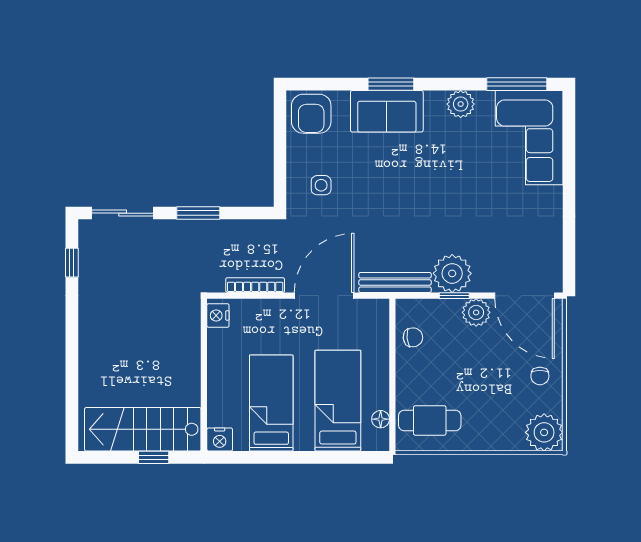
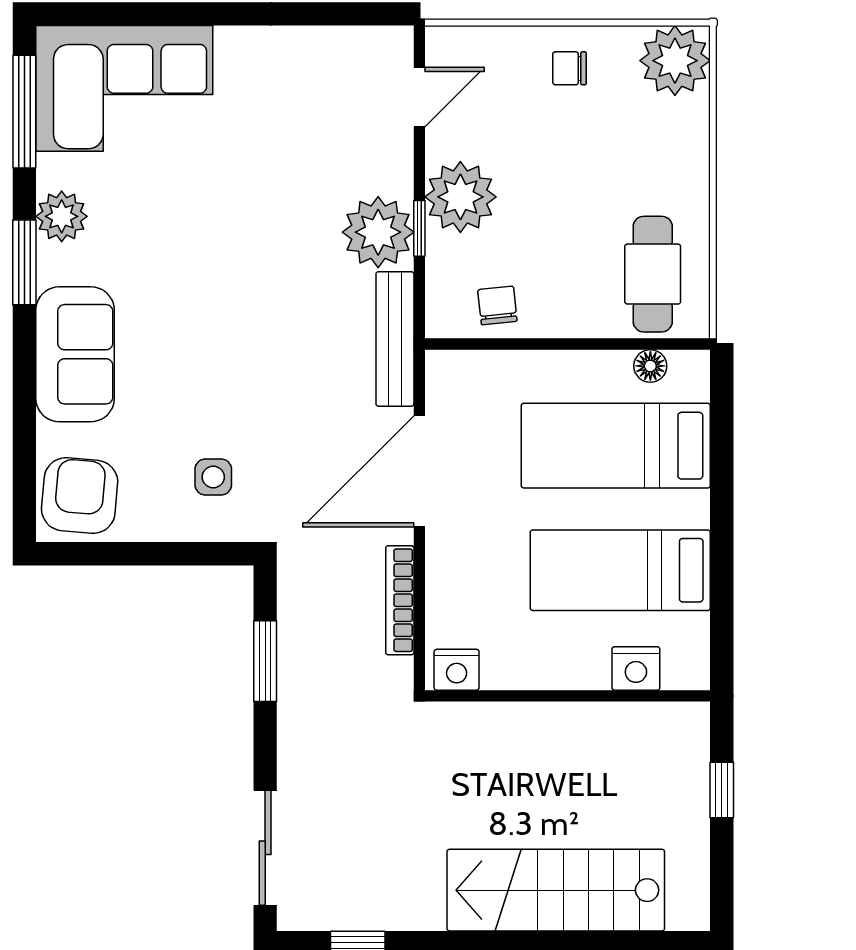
window: (391, 84) -> (24, 262), moved
armchair: (311, 114) -> (80, 496), turned -85
window: (198, 213) -> (265, 661), moved
door: (324, 296) -> (419, 471), hinge flipped
door: (524, 296) -> (419, 97), width x0.53
plant: (476, 312) -> (460, 197), width x1.36, depth x1.36
chair: (540, 376) -> (570, 68), turned 180
stairs: (143, 429) -> (556, 890), moved, turned 90
nightstand: (220, 439) -> (636, 668), moved, turned 90

